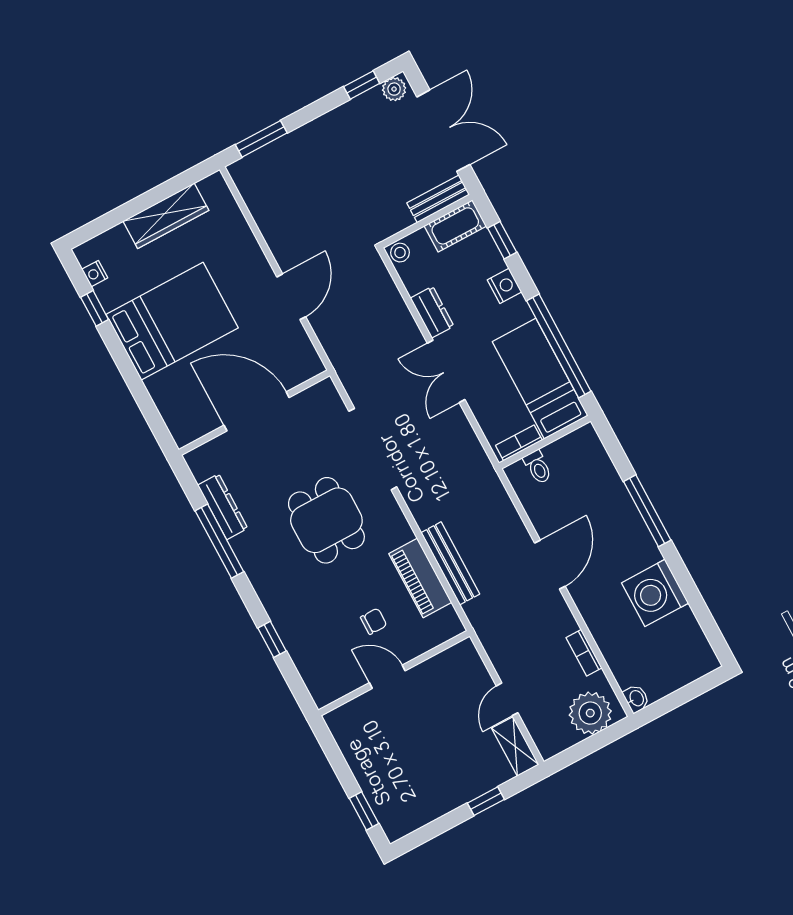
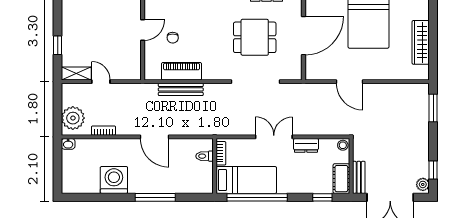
nightstand: (504, 286) -> (300, 187), removed
dining table: (326, 520) -> (255, 37), moved

